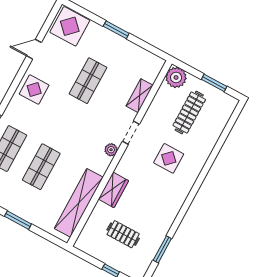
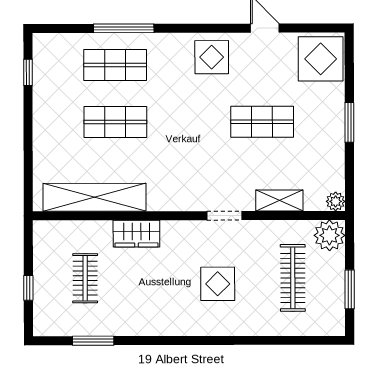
clothes rail: (189, 113) -> (293, 278), turned 90
plant: (111, 150) -> (336, 201), moved
window: (18, 220) -> (28, 130), removed

